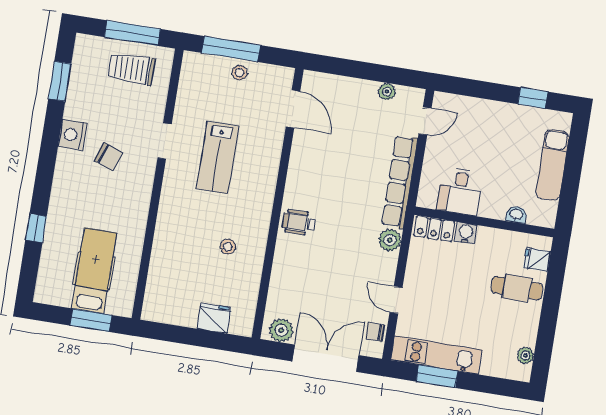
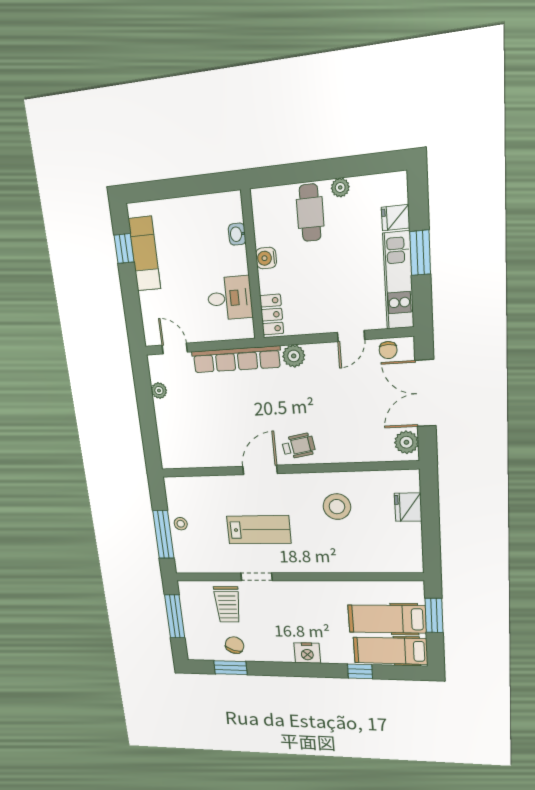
trolley: (132, 69) -> (227, 604), moved
door: (293, 109) -> (260, 470), moved
nightstand: (72, 135) -> (307, 653), moved
chair: (109, 157) -> (235, 645), moved
exam couch: (552, 165) -> (144, 254), moved, turned -90
wheelchair: (299, 222) -> (298, 446), turned -100
water cooler: (466, 233) -> (266, 258), moved
stool: (228, 247) -> (337, 507), width x1.89, depth x1.89
fridge: (537, 260) -> (396, 218), moved, turned 90
hospital bed: (56, 266) -> (390, 651), added
plant: (525, 356) -> (340, 187), moved
window: (437, 376) -> (420, 253), moved

